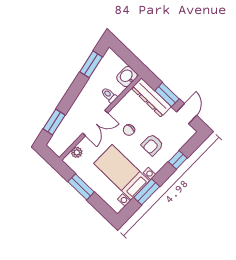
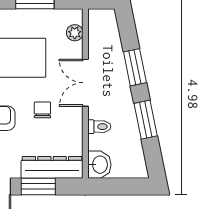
window: (91, 64) -> (146, 120), moved
window: (54, 122) -> (135, 67), moved

